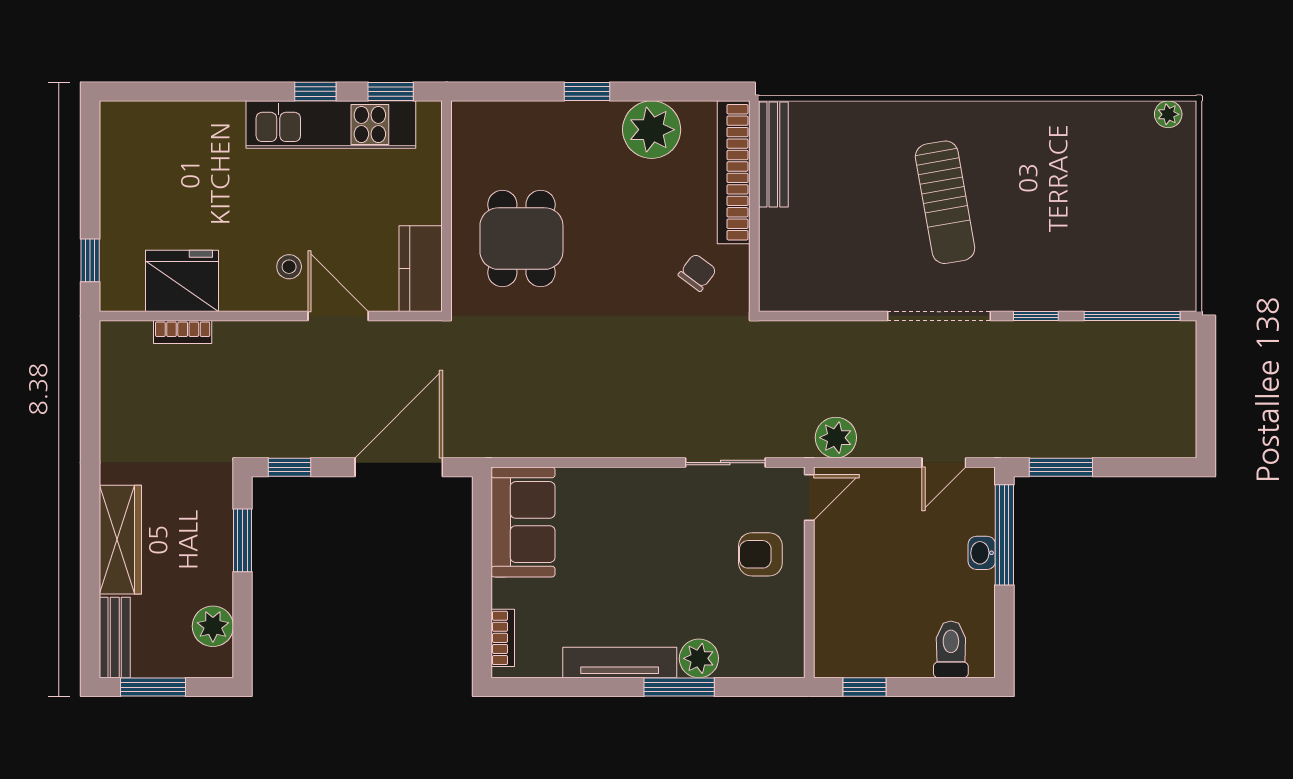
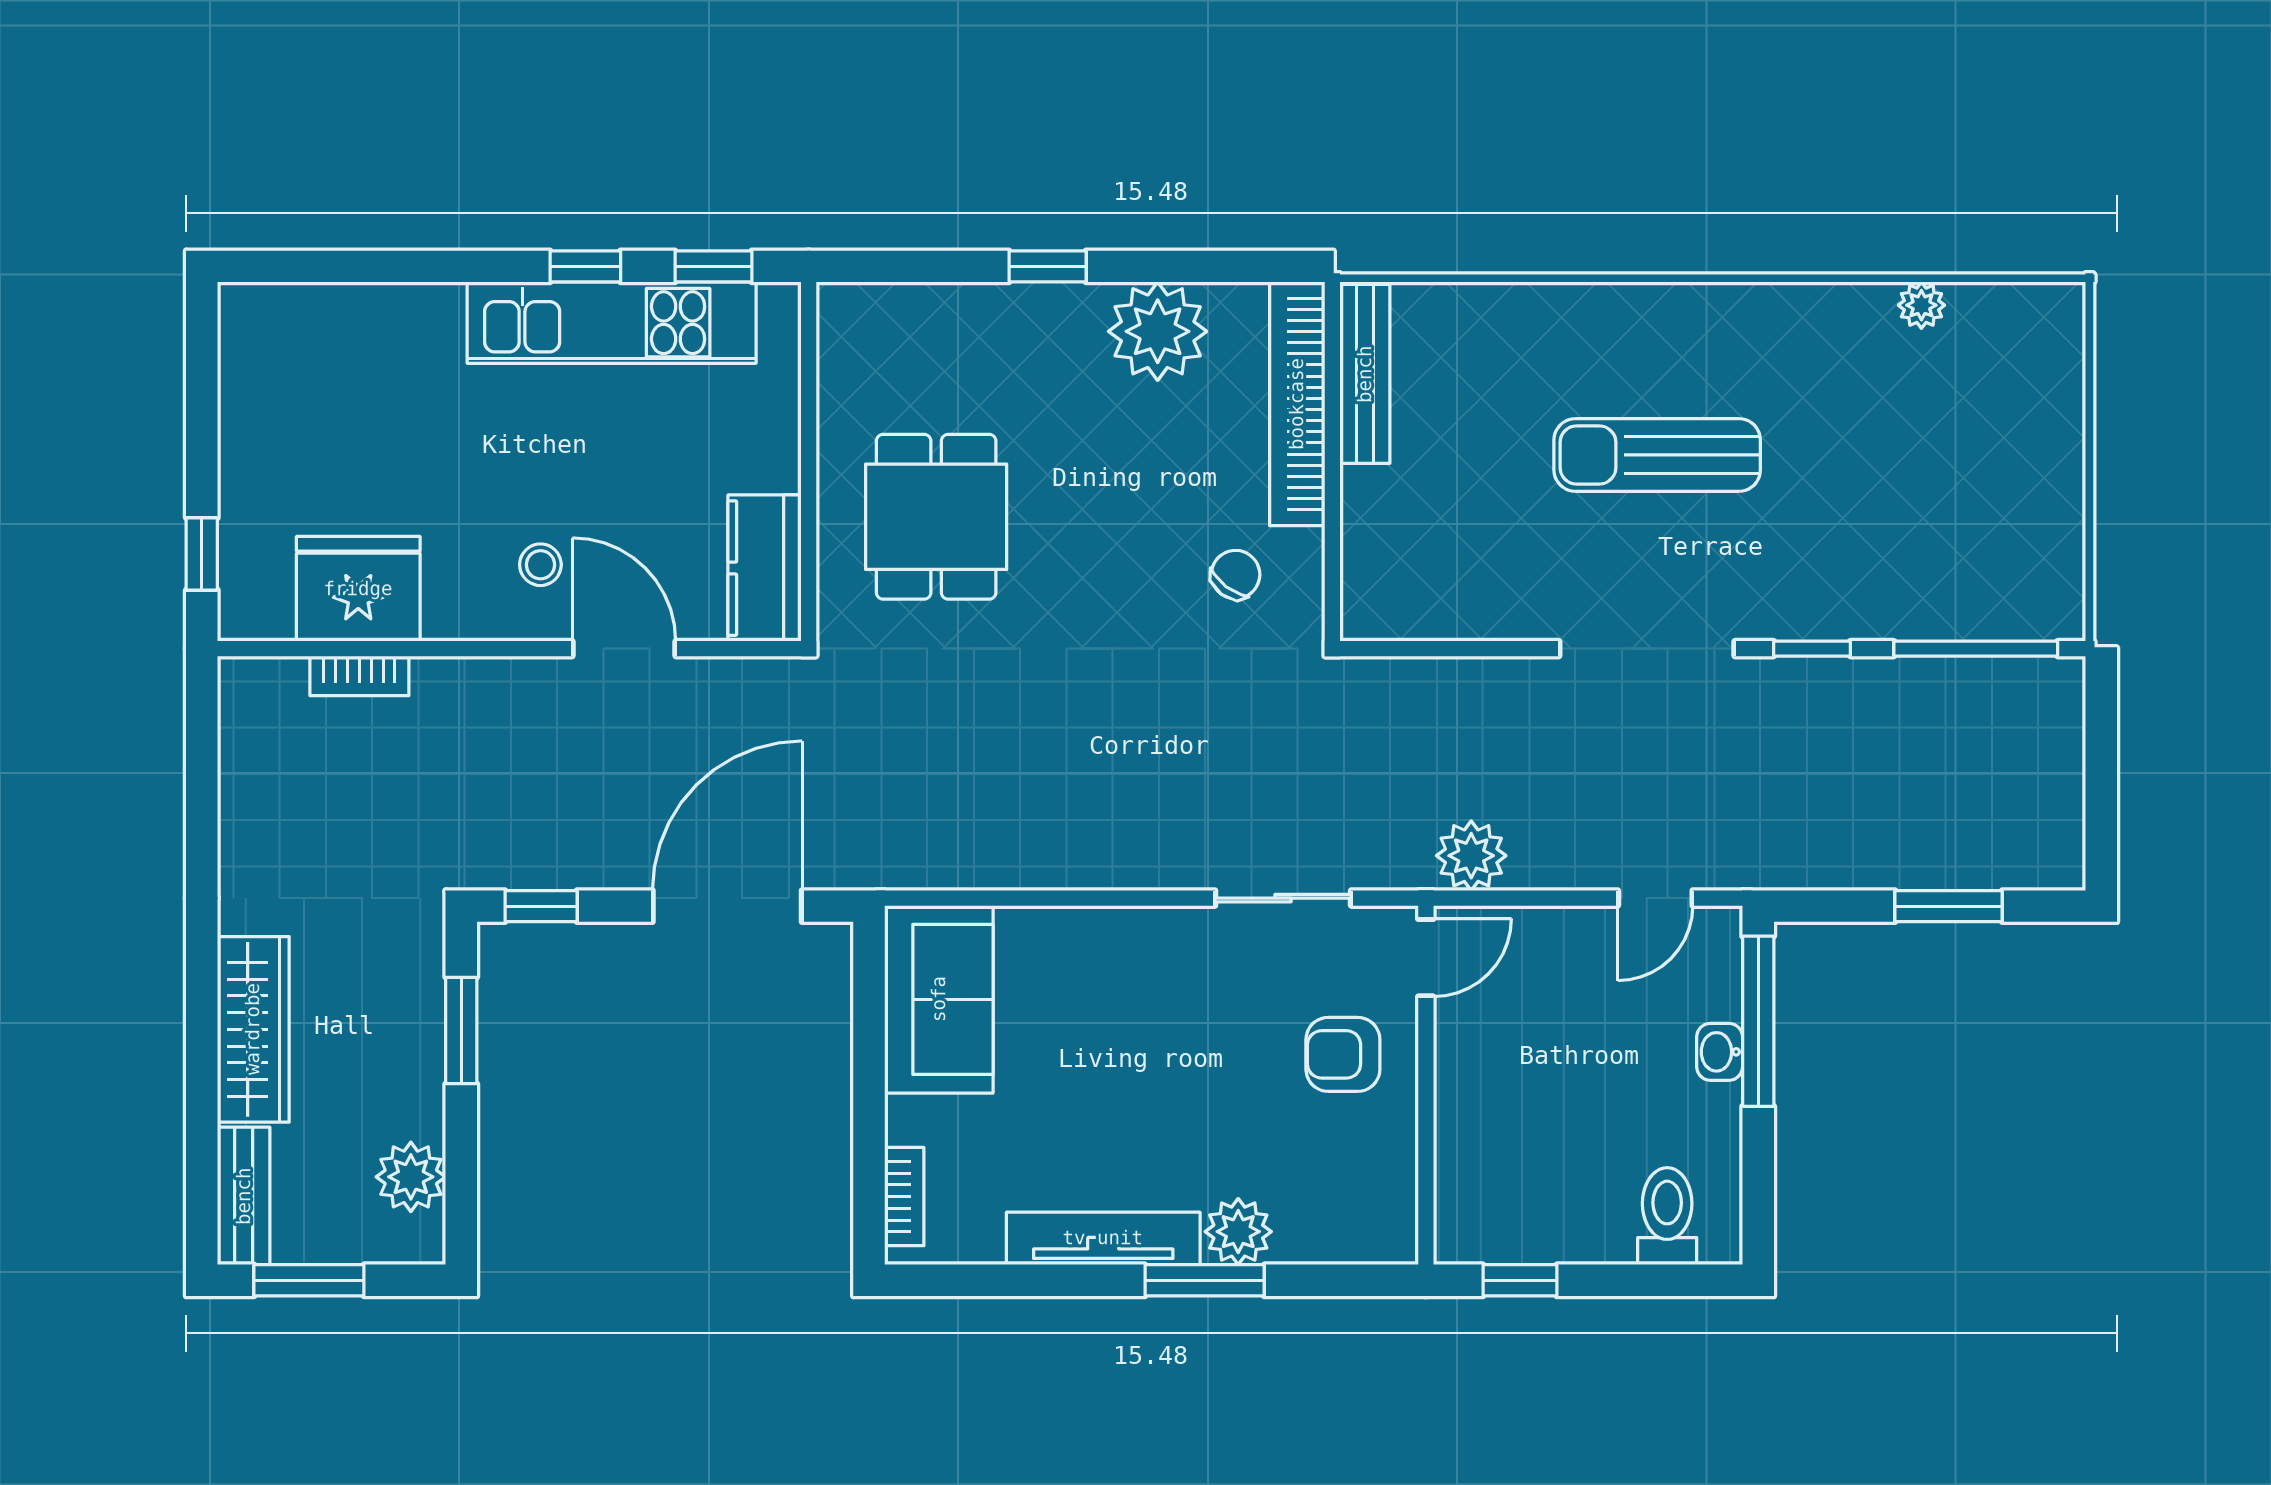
plant: (1168, 114) -> (1921, 305), moved
sun lounger: (945, 202) -> (1657, 455), turned 100
window: (1061, 467) -> (1949, 906), moved

